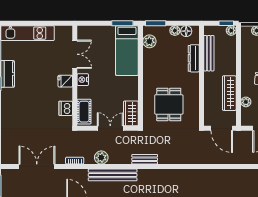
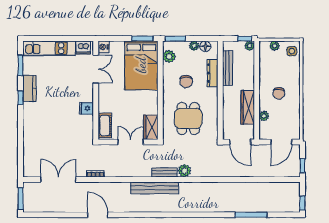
bed: (127, 51) -> (141, 65), width x1.50
chair: (167, 67) -> (186, 82), added
nightstand: (83, 80) -> (103, 47), moved
fridge: (65, 81) -> (86, 108), moved
dishwasher: (66, 108) -> (83, 48), moved, turned -90
plant: (101, 158) -> (184, 171), moved
bench: (113, 175) -> (155, 188), moved

